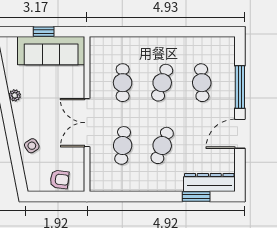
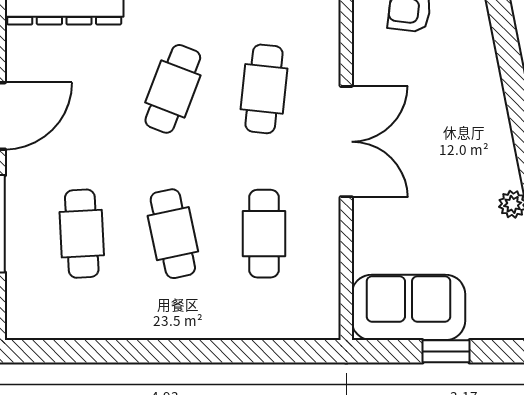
sofa: (51, 51) -> (408, 307), width x0.73
cafe table: (162, 83) -> (173, 234), turned -30
side table: (32, 146) -> (473, 88), removed

